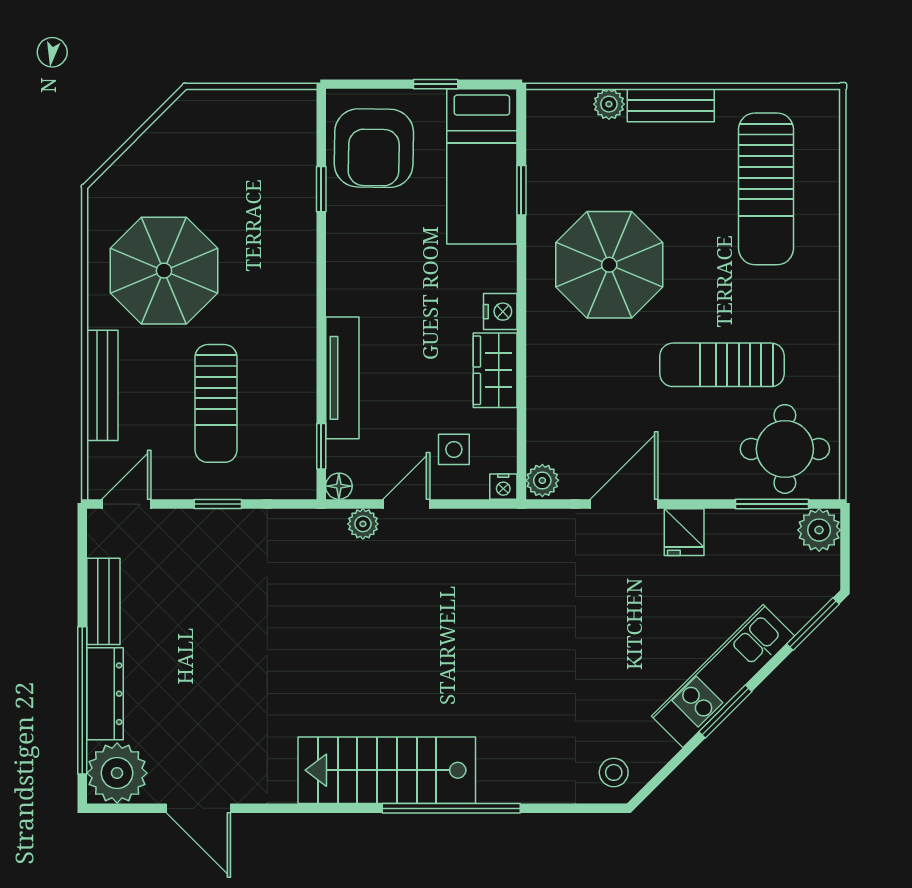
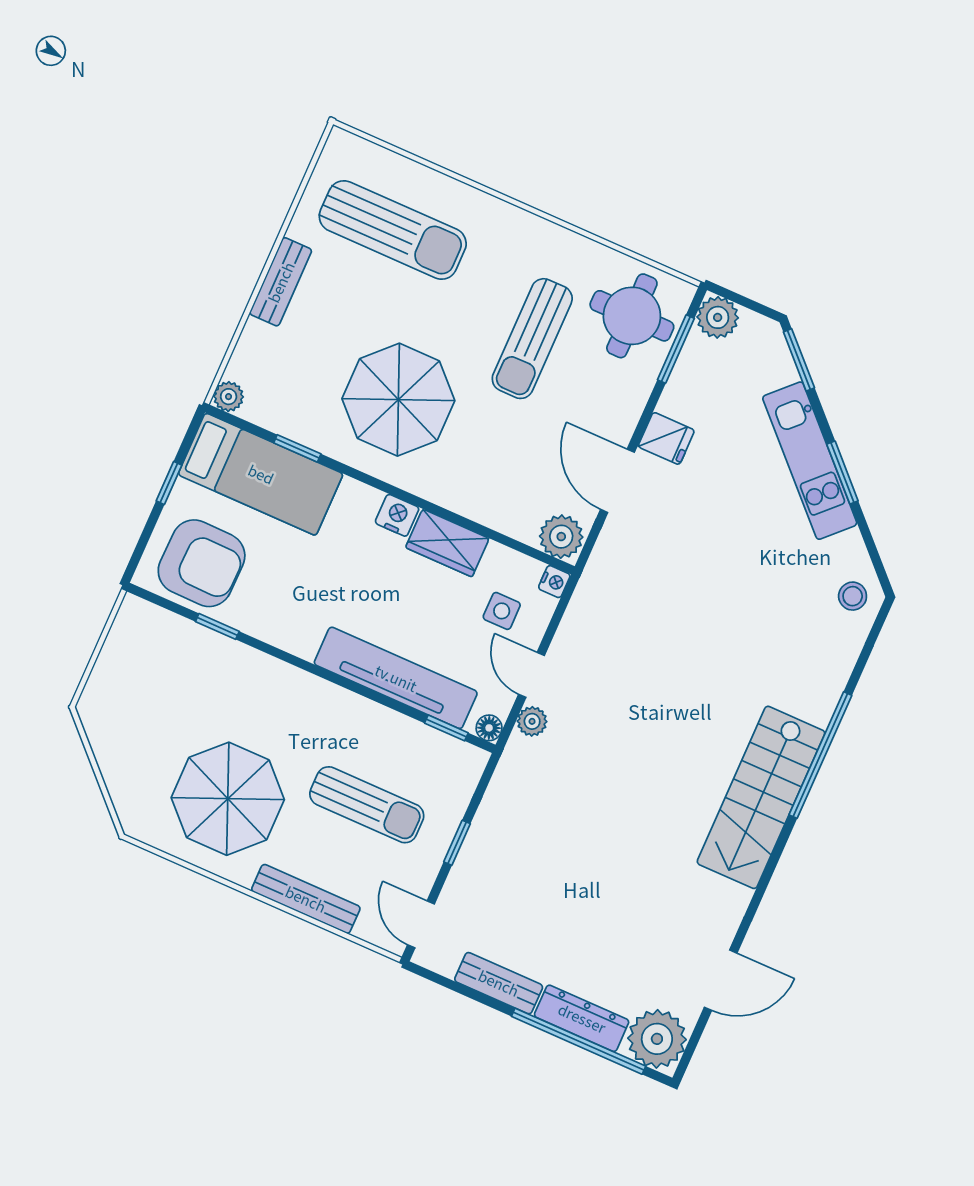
plant: (609, 104) -> (229, 397), moved
tv unit: (342, 378) -> (396, 678), width x1.36, depth x1.29
plant: (542, 480) -> (561, 537), width x1.38, depth x1.38

